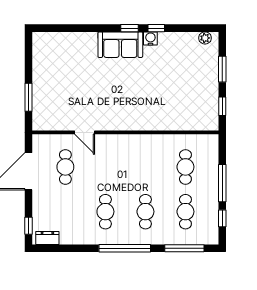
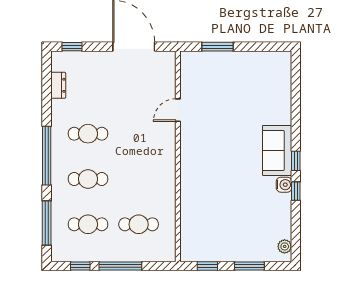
cafe table: (65, 167) -> (139, 88), removed
dresser: (47, 238) -> (58, 85), moved

